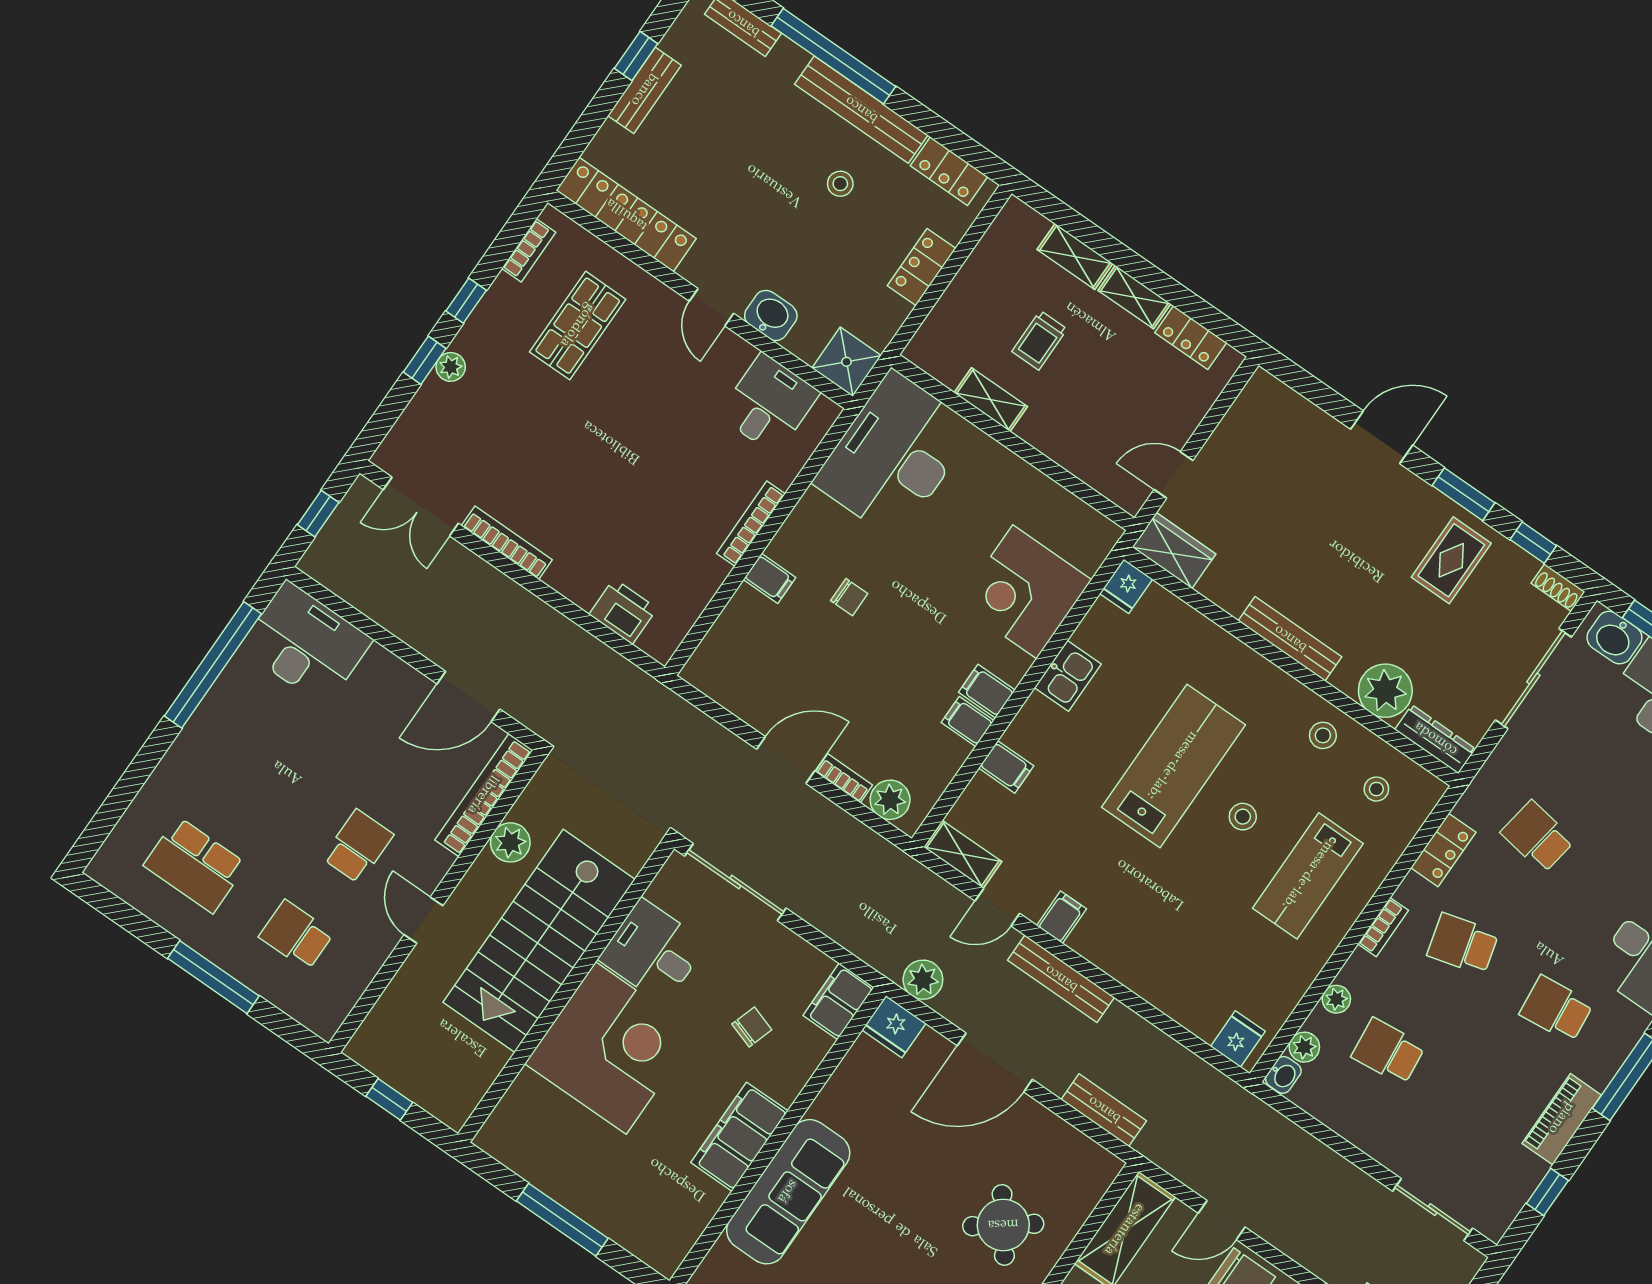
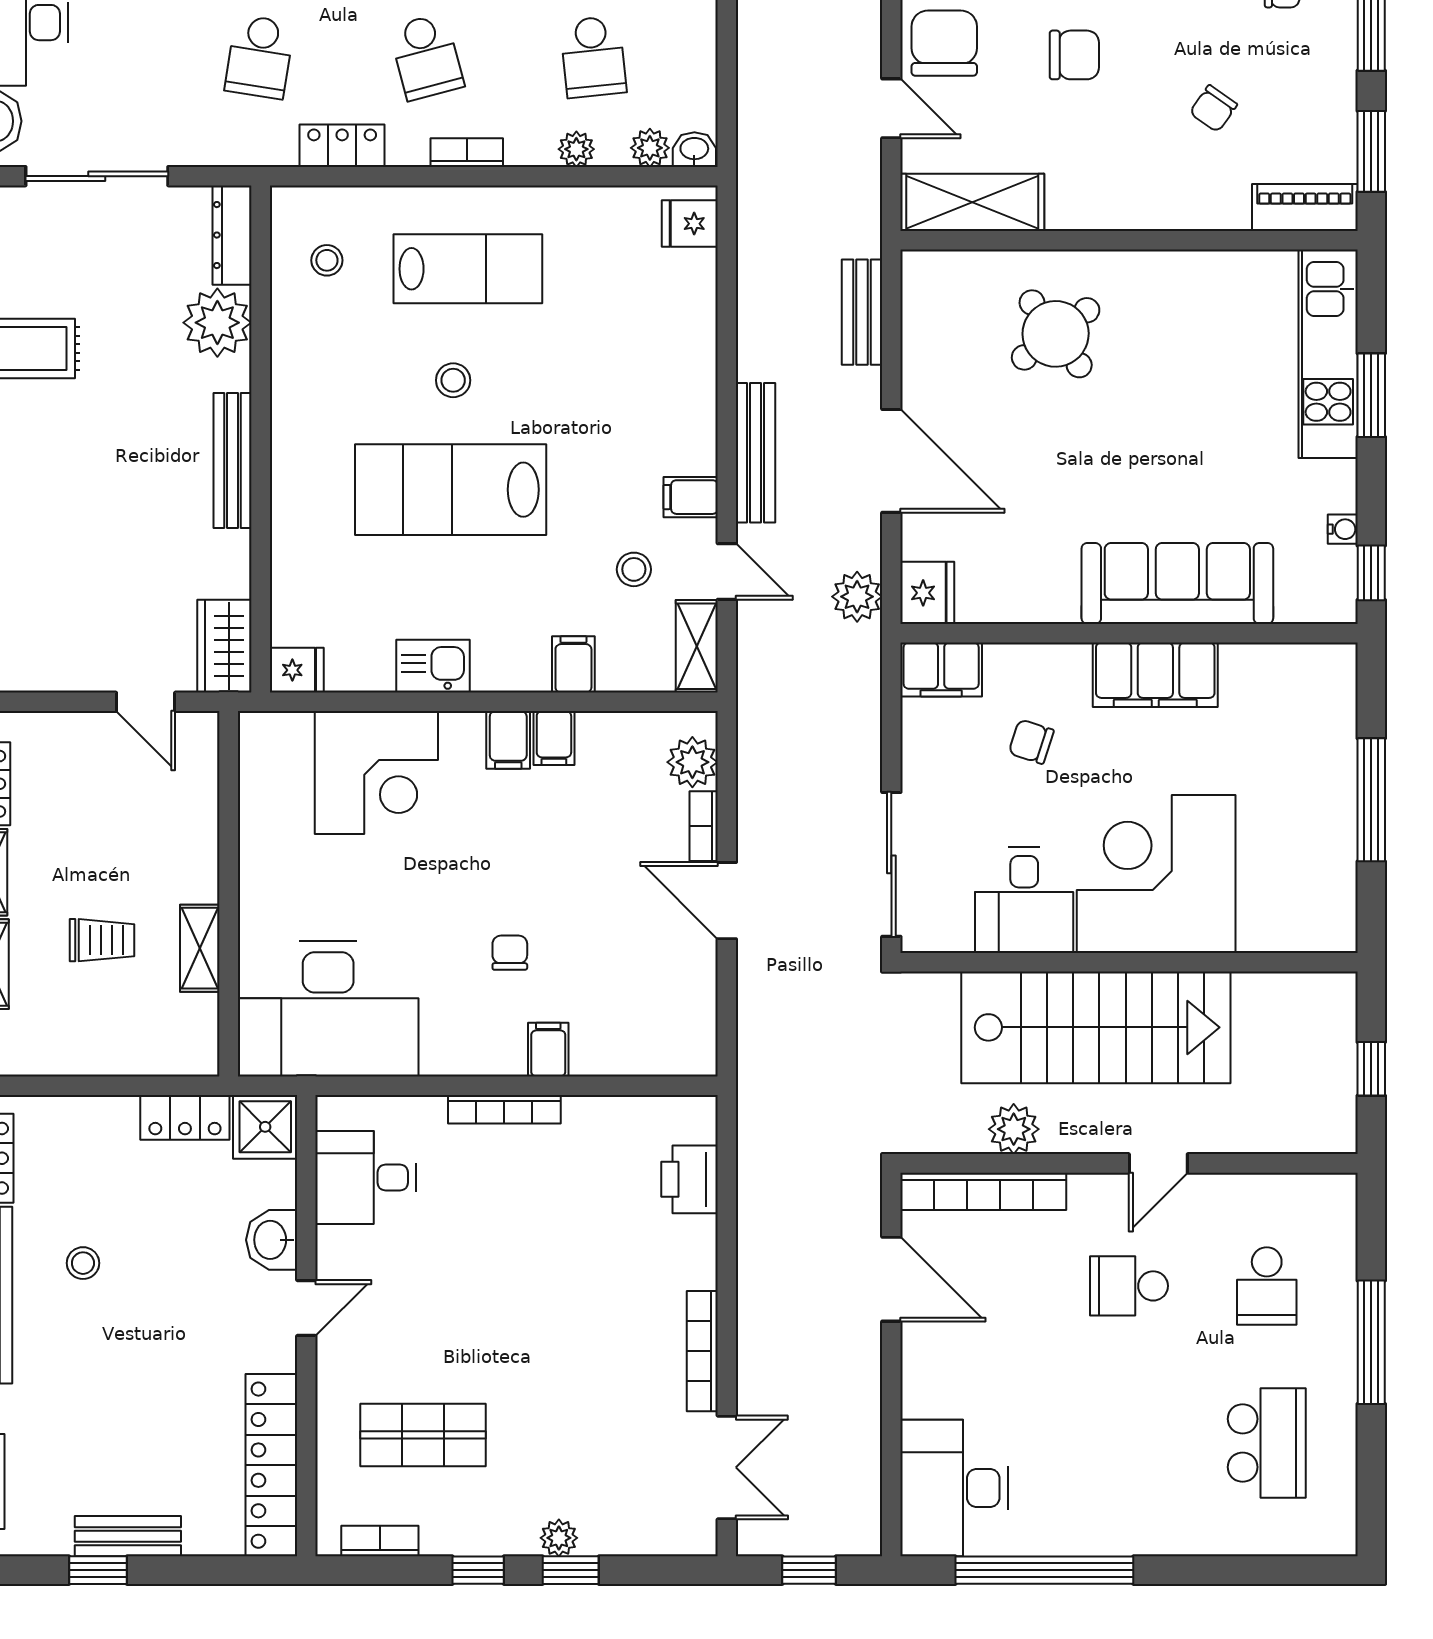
locker: (921, 267) -> (185, 1117), moved
stool: (1323, 735) -> (634, 569), moved

